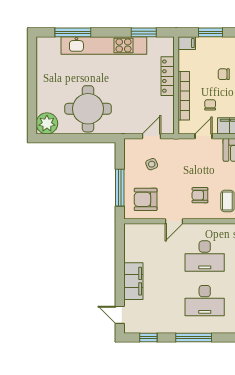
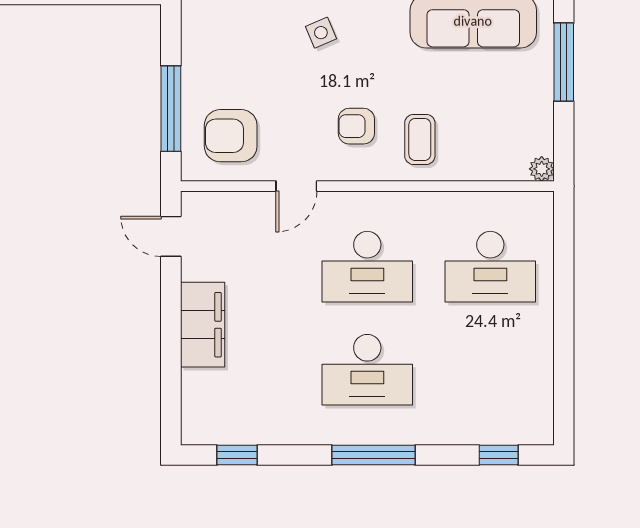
side table: (152, 164) -> (321, 33), moved
door: (120, 315) -> (171, 236), moved
window: (194, 338) -> (374, 455), moved

